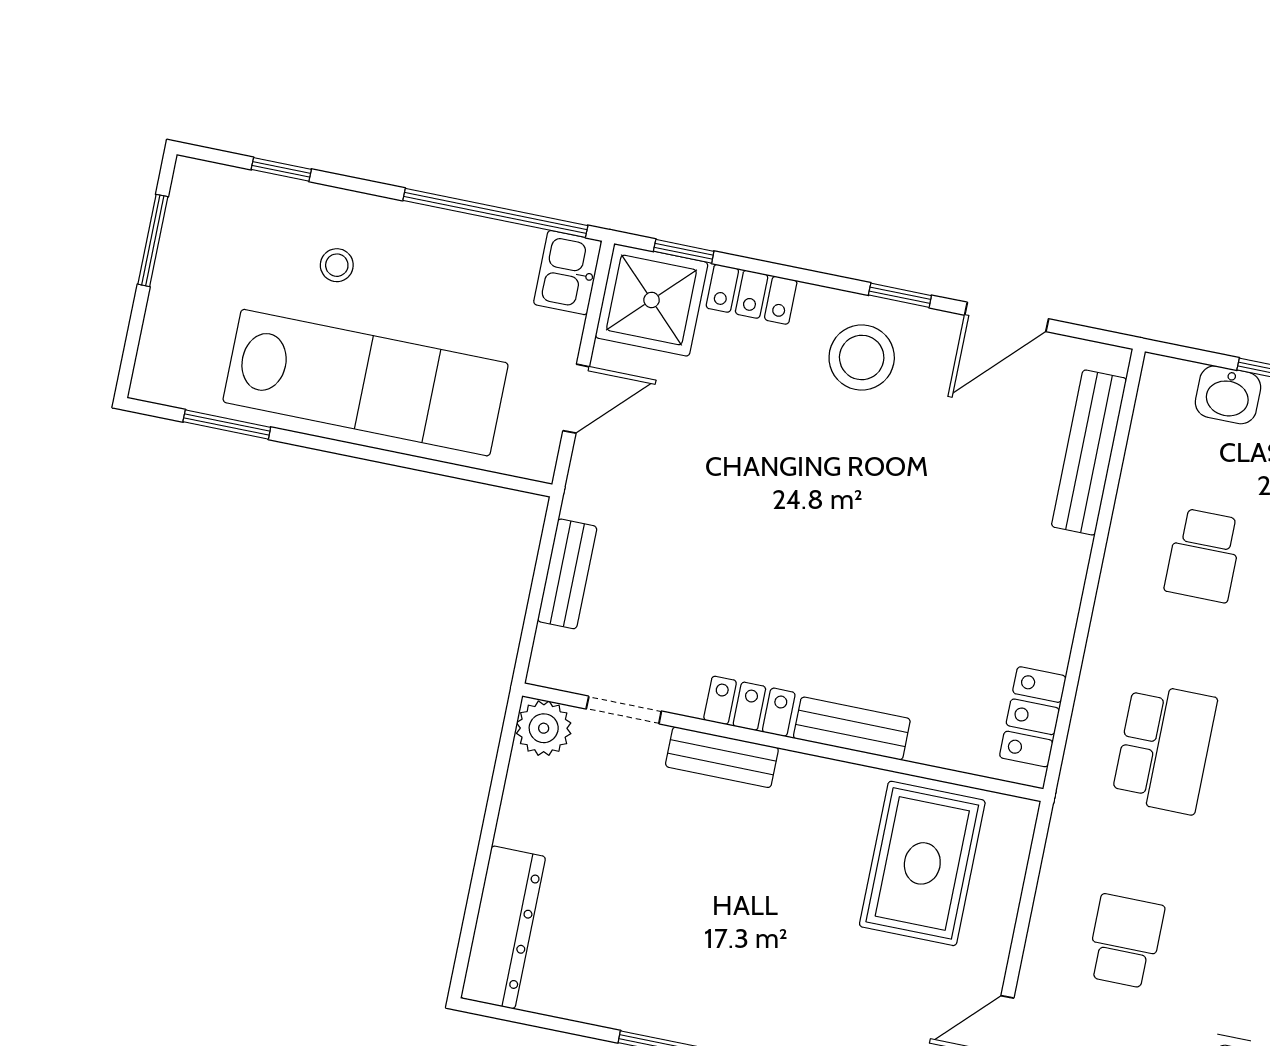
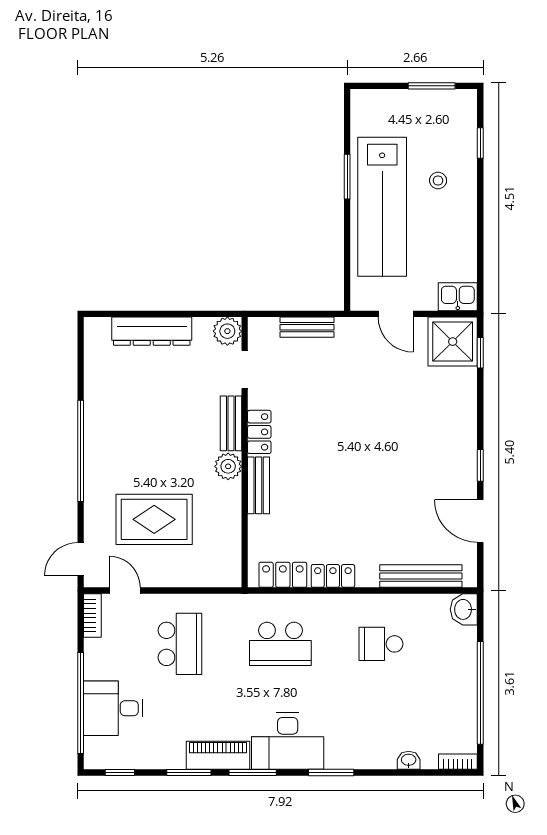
window: (495, 213) -> (480, 255), removed
locker: (752, 294) -> (333, 576), moved, turned 90
stool: (862, 357) -> (445, 453), removed
washbasin: (1228, 395) -> (464, 609), moved
window: (227, 424) -> (347, 177), moved
plant: (803, 779) -> (228, 466), added
rug: (922, 863) -> (154, 519), moved
dresser: (503, 927) -> (152, 331), moved
school desk: (1125, 941) -> (180, 644), width x1.85

